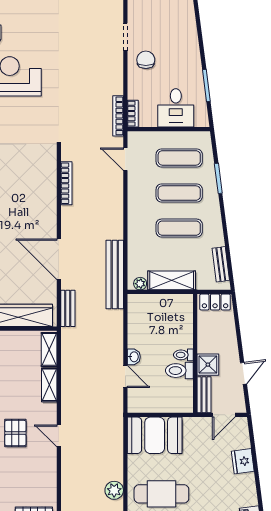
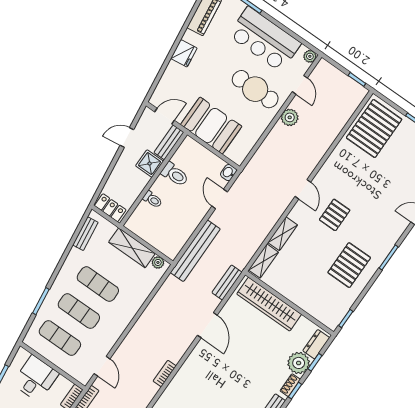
bookcase: (66, 183) -> (165, 374), width x0.64
door: (59, 259) -> (207, 325), width x0.73
bench: (115, 274) -> (195, 251), moved
toilet: (183, 355) -> (152, 199), moved
washbasin: (134, 357) -> (228, 173), moved
booth: (155, 435) -> (211, 126), moved
fridge: (243, 461) -> (184, 53), moved

